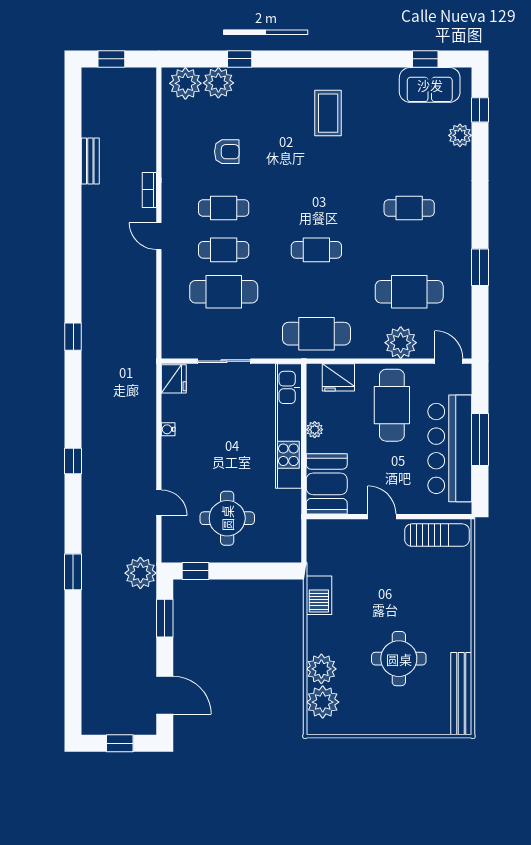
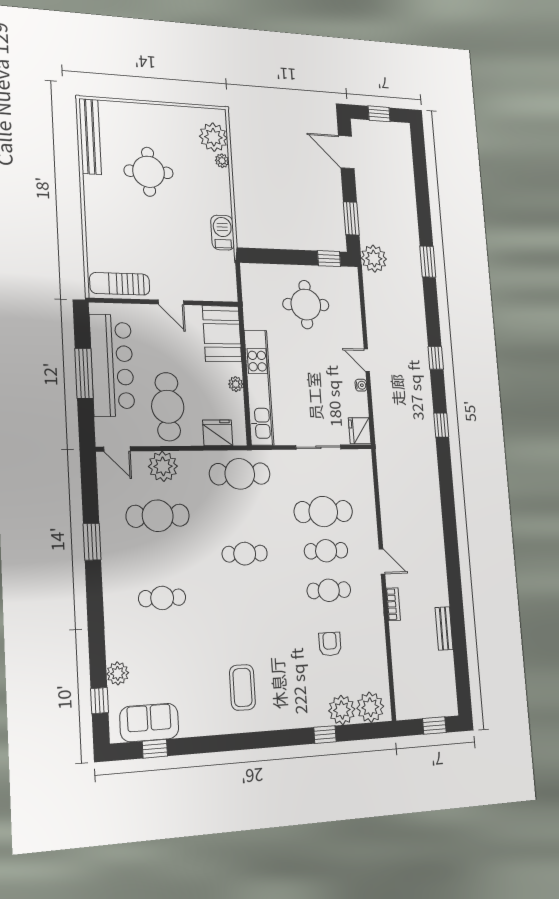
armchair: (227, 152) -> (330, 644), turned 90
window: (73, 337) -> (441, 425), moved
door: (159, 503) -> (367, 360), moved
plant: (321, 669) -> (222, 161), width x0.53, depth x0.53

